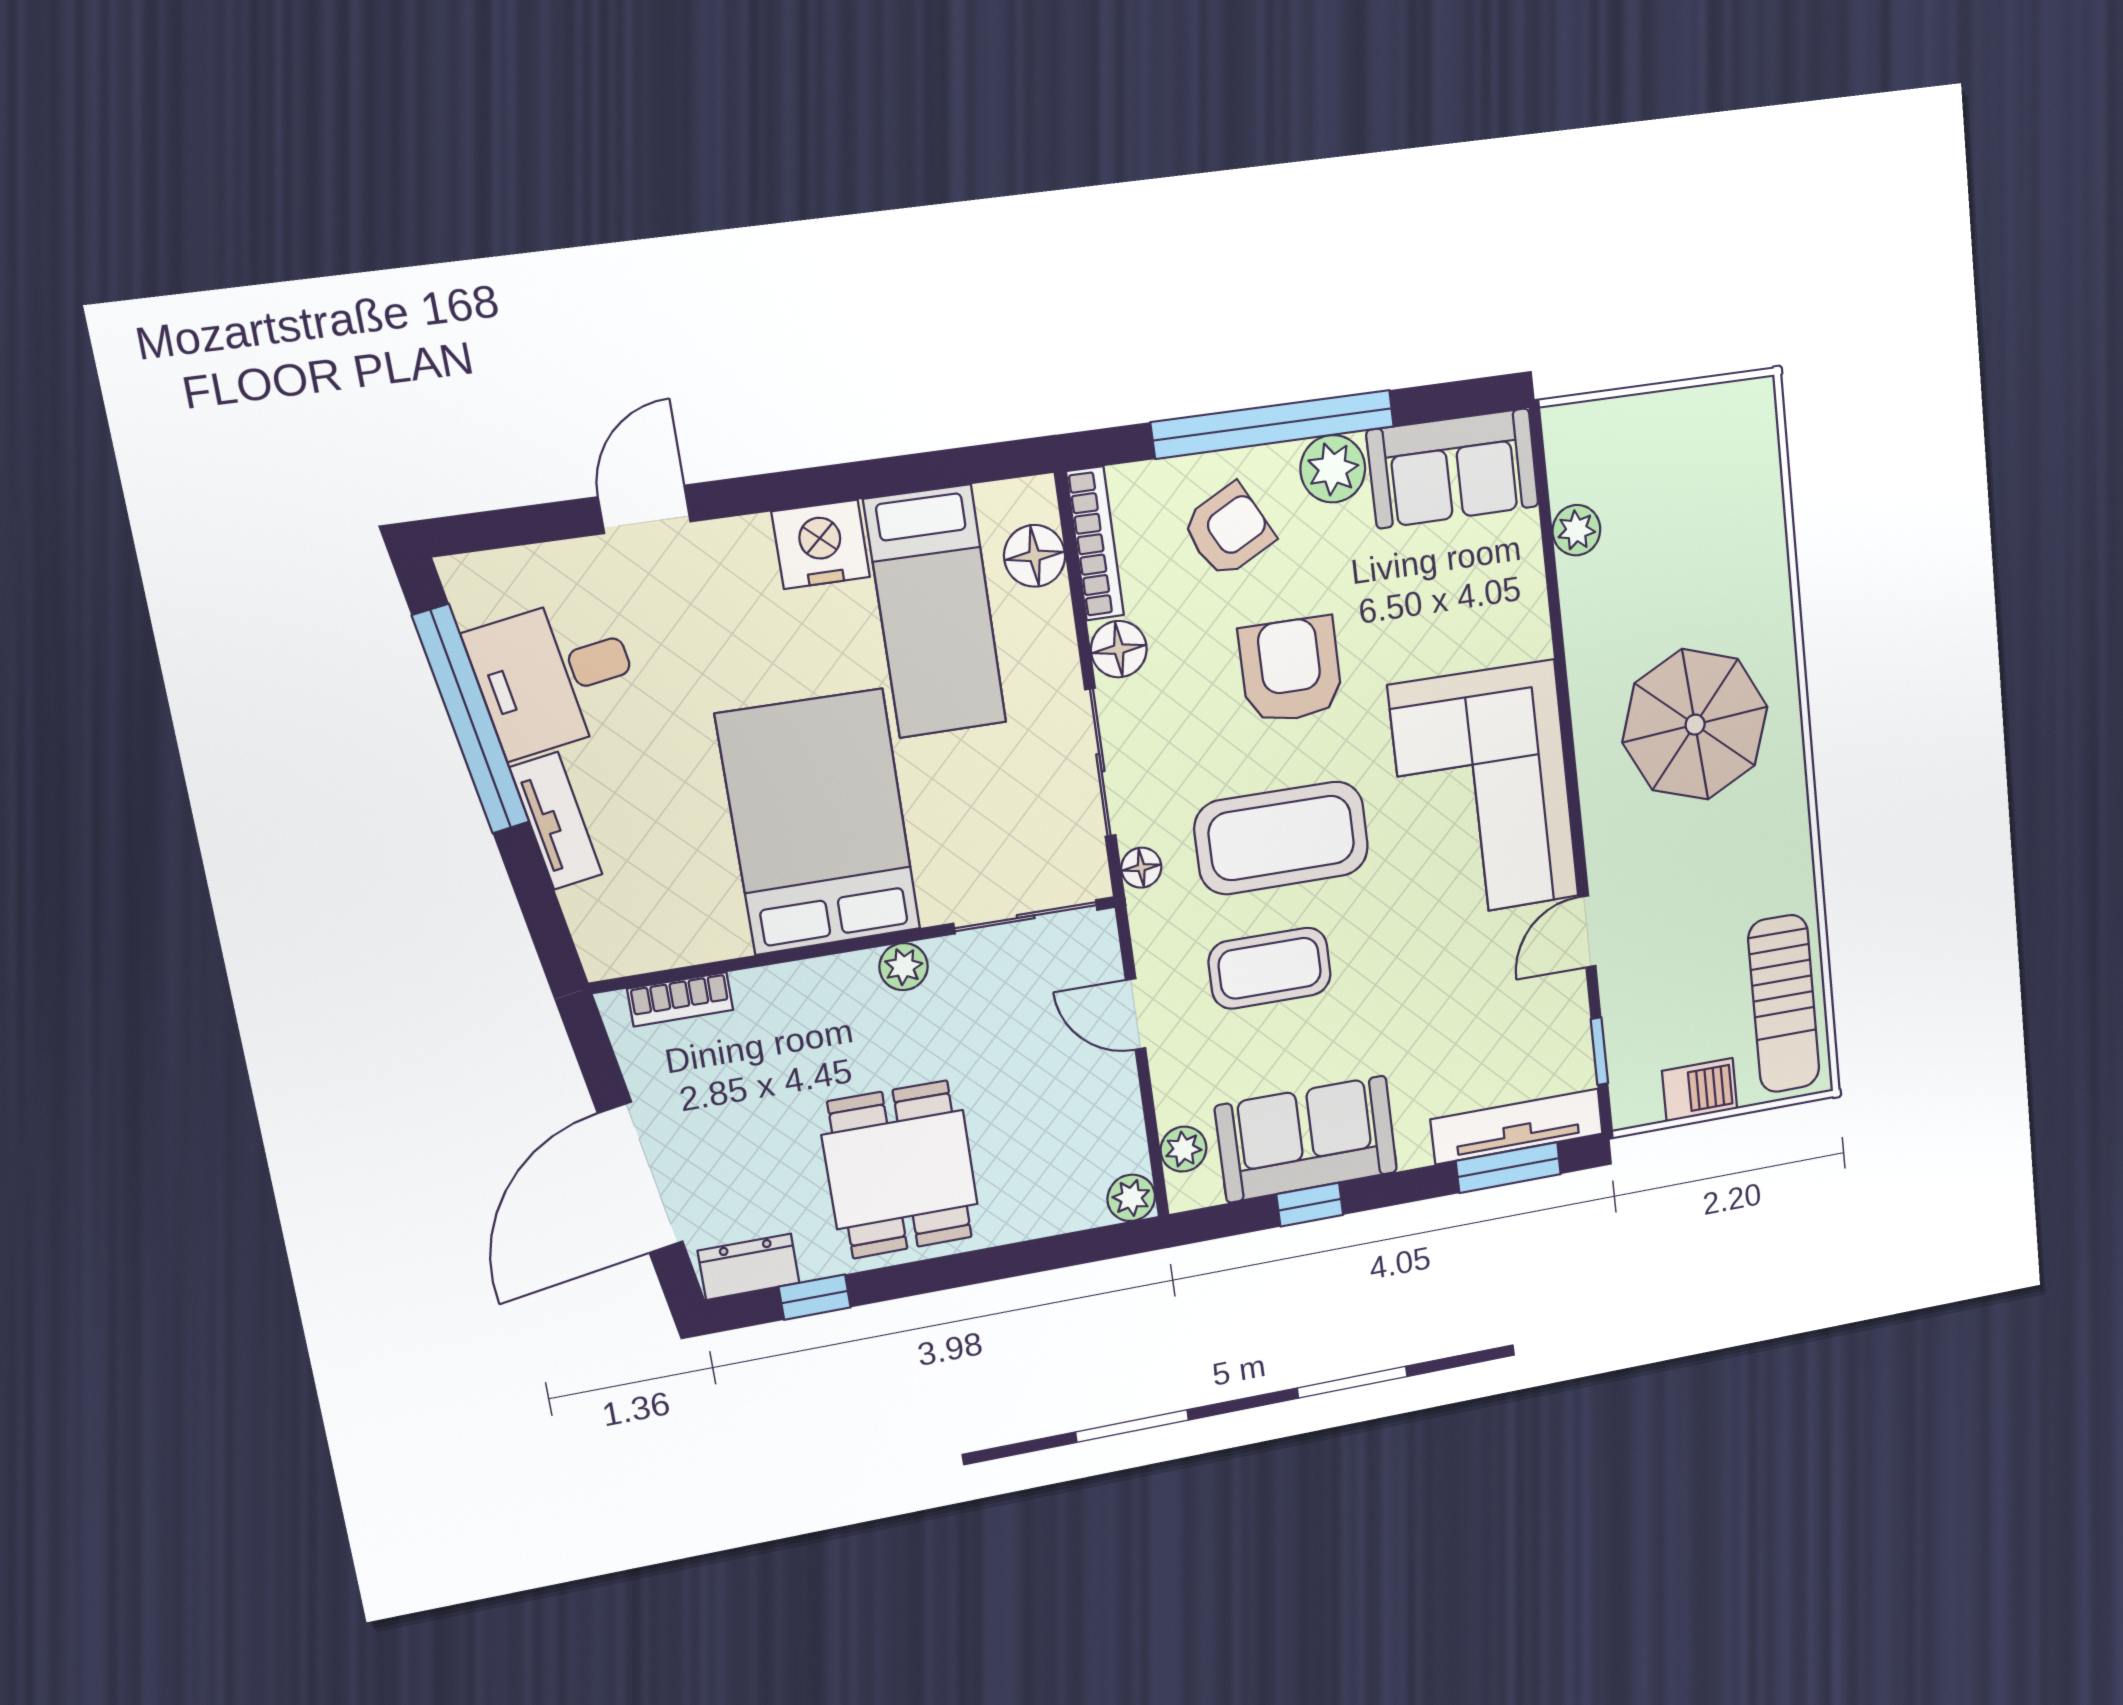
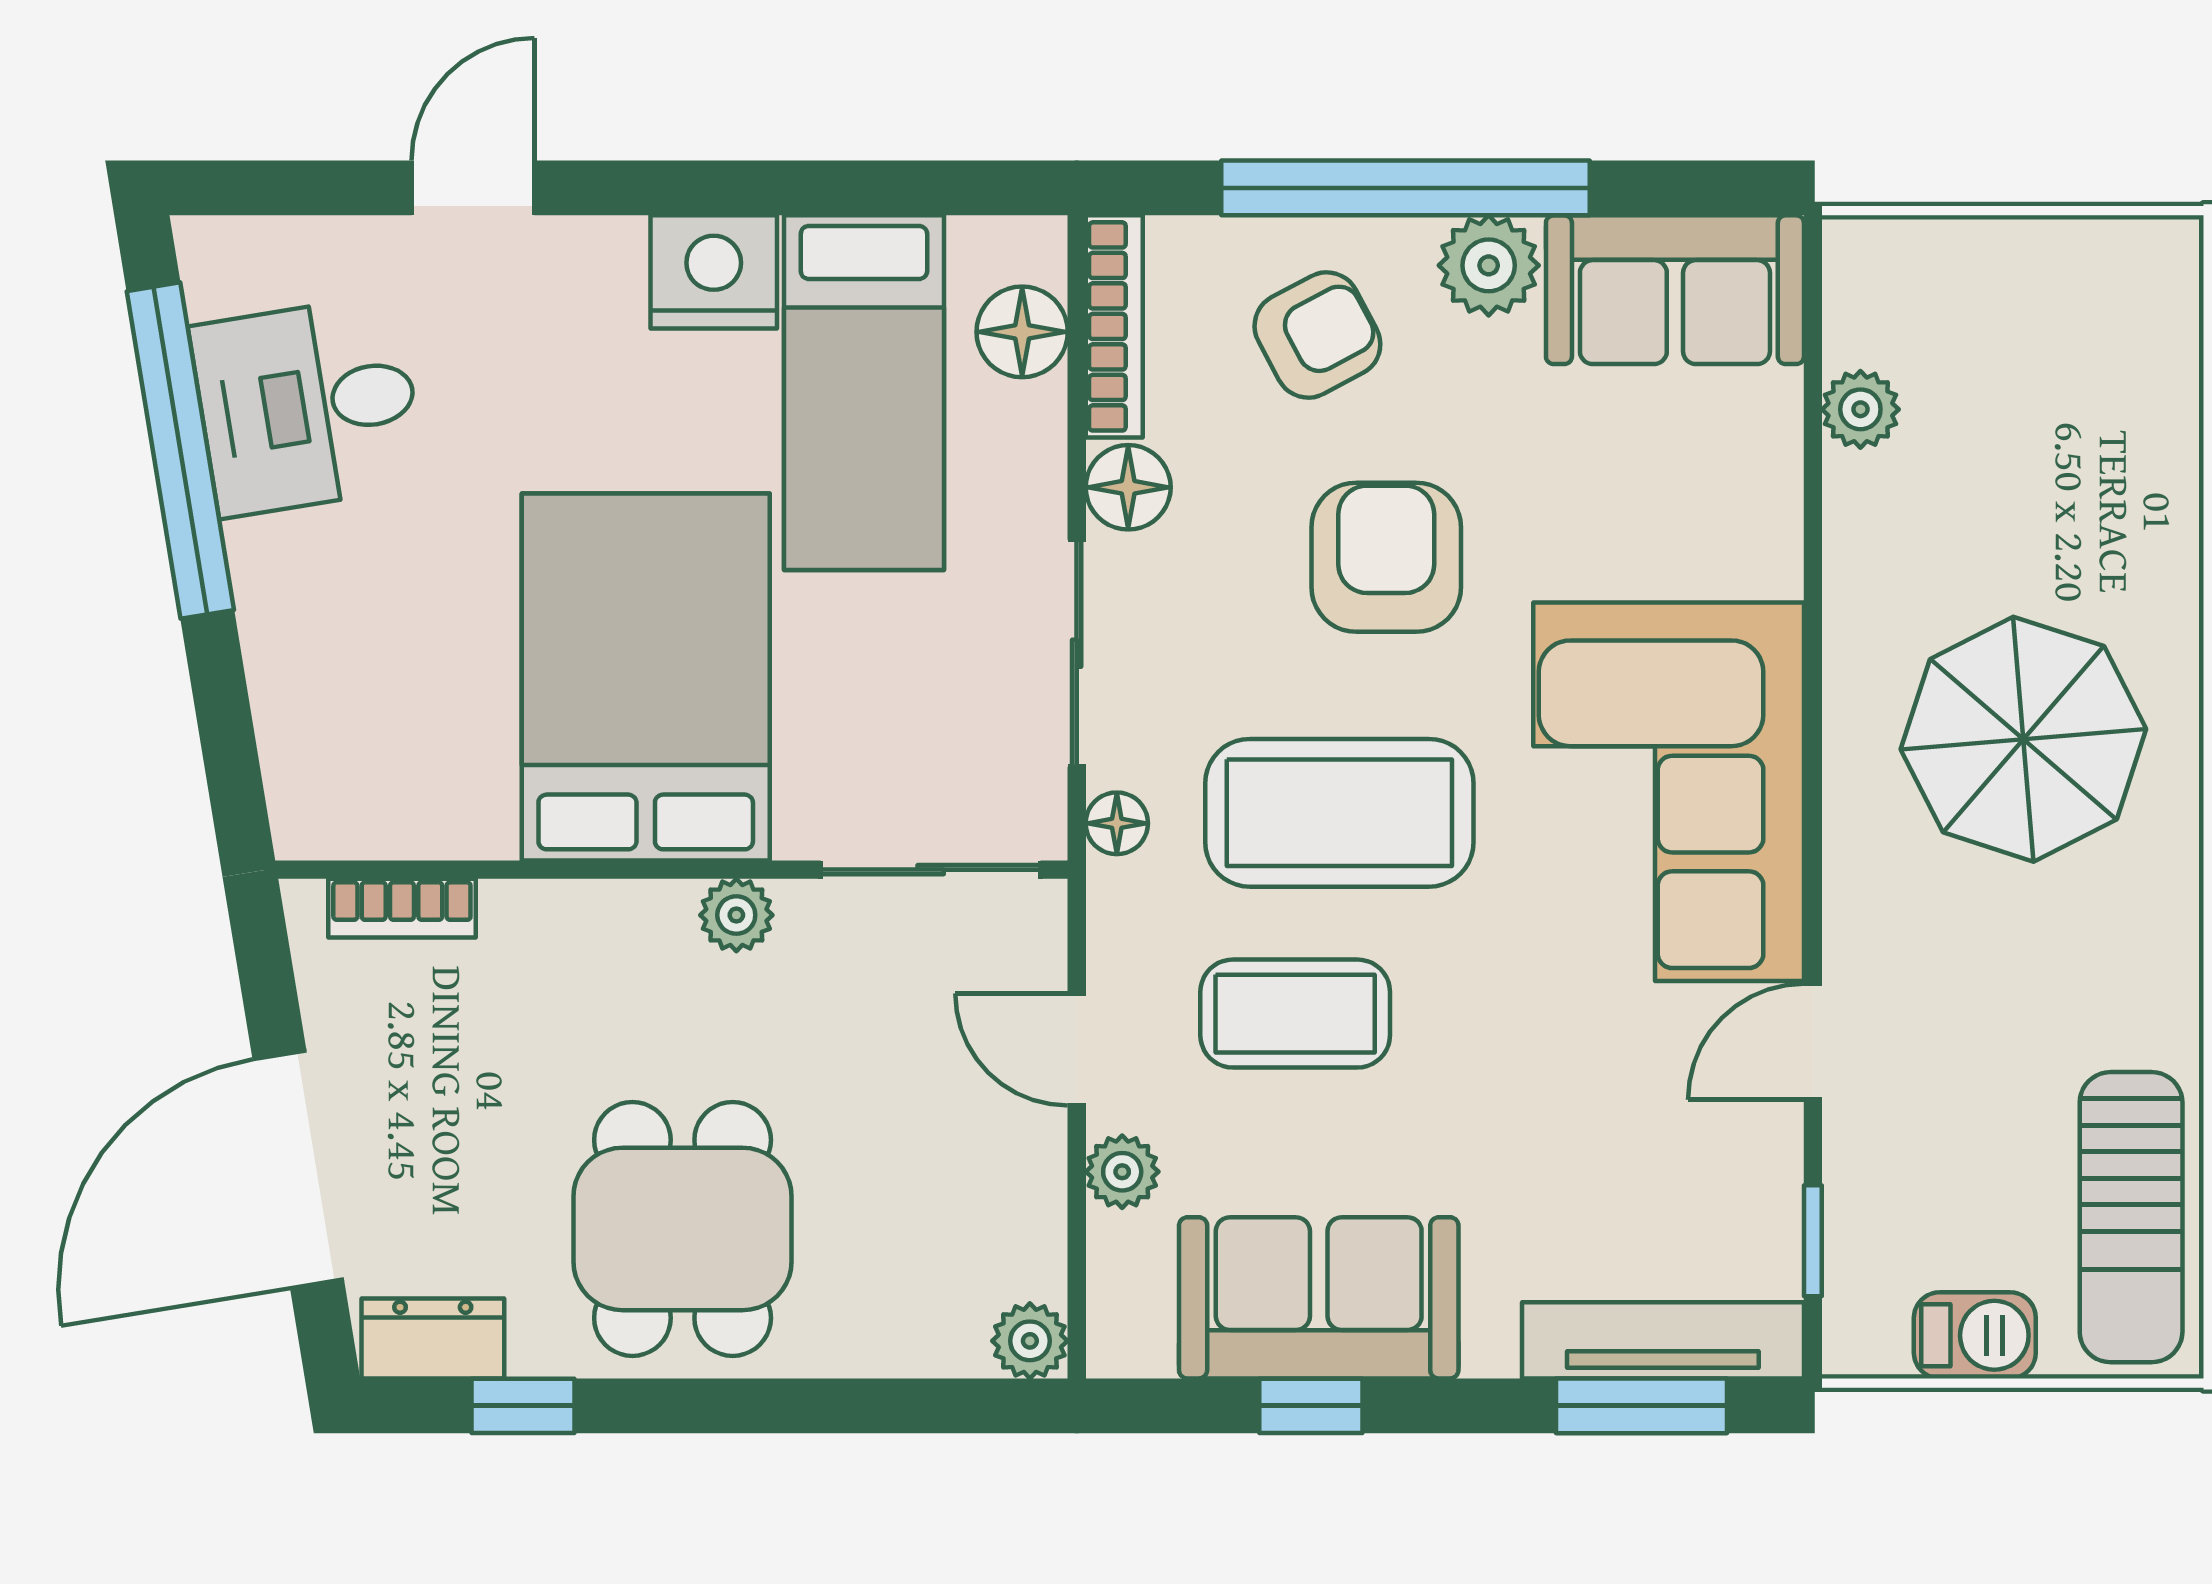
tv unit: (556, 821) -> (272, 615), removed
plant: (1183, 1149) -> (1122, 1172), moved

